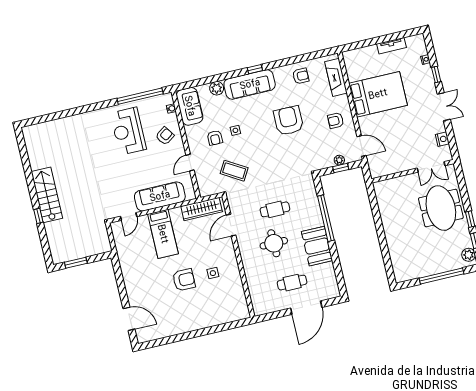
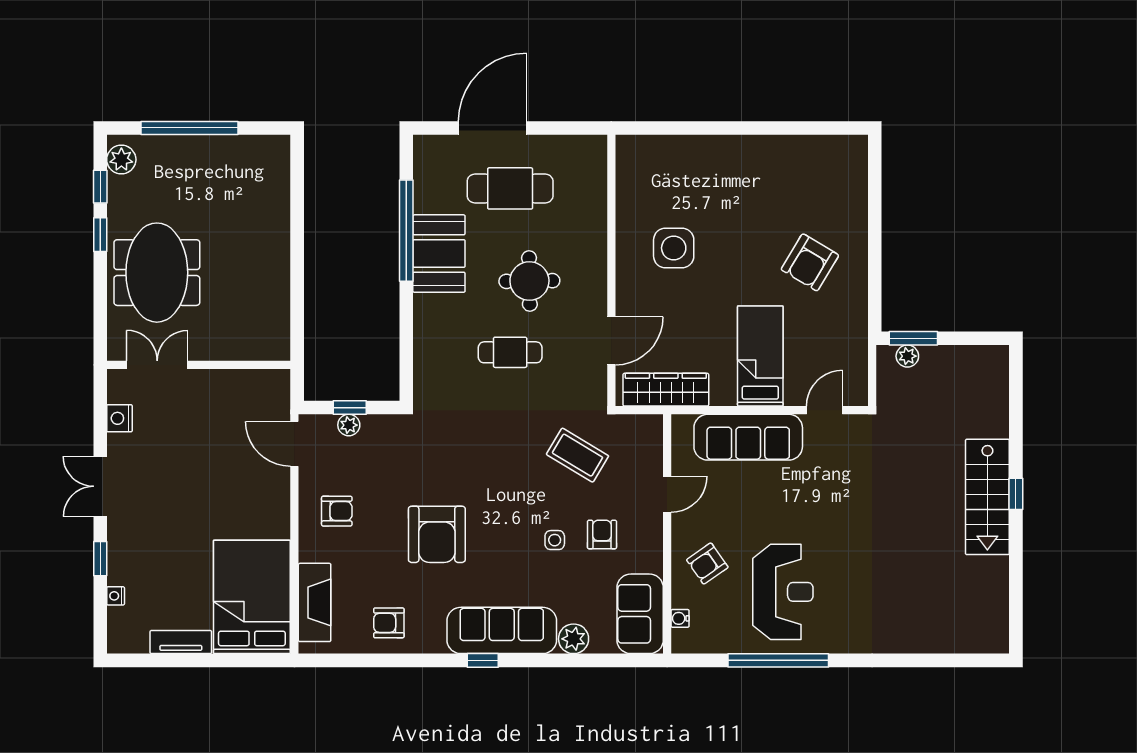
bed: (378, 94) -> (252, 597), moved, turned 90
window: (140, 96) -> (778, 660), moved
window: (38, 216) -> (1016, 494), moved
window: (326, 218) -> (406, 231), moved
plant: (97, 249) -> (907, 356), added
window: (76, 263) -> (913, 338), moved
side table: (213, 273) -> (674, 248), width x1.87, depth x1.87
armchair: (184, 280) -> (810, 262), moved, turned -59
cafe table: (292, 283) -> (510, 188), width x1.37, depth x1.35
door: (129, 319) -> (875, 193), removed

